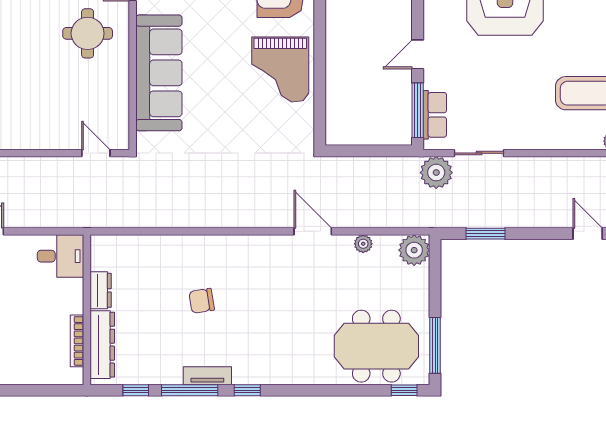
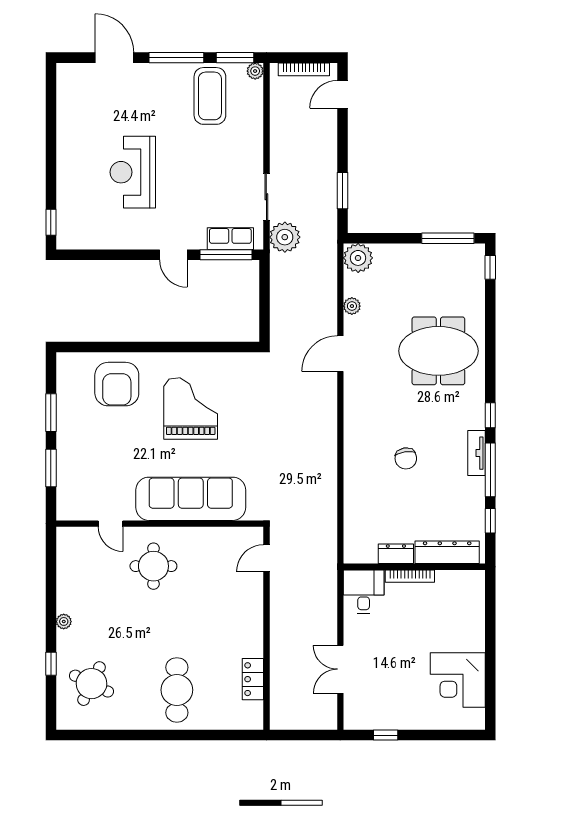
grand piano: (280, 70) -> (191, 409), moved, turned -90
bookcase: (77, 341) -> (410, 576), moved
meeting table: (376, 346) -> (438, 351), moved, turned 90

